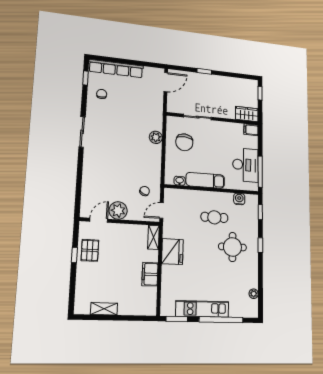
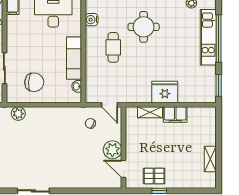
plant: (156, 137) -> (18, 114), moved
shelving: (153, 237) -> (150, 112), moved
fridge: (172, 252) -> (165, 92), moved
kitchen unit: (202, 309) -> (208, 37), moved

